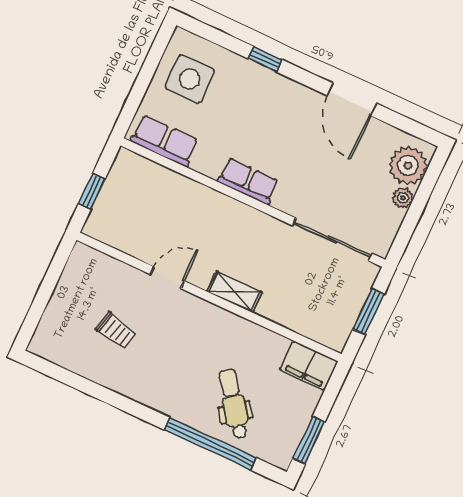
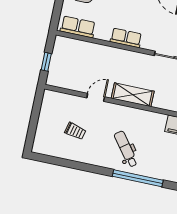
shelving: (235, 292) -> (133, 95), width x1.50, depth x1.33
dental chair: (234, 404) -> (126, 149), moved

